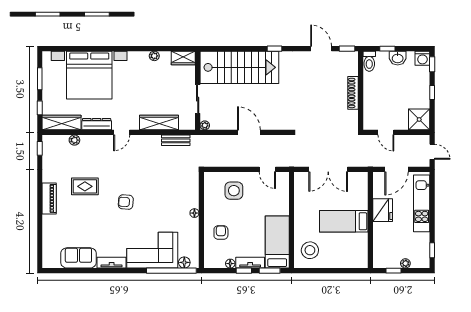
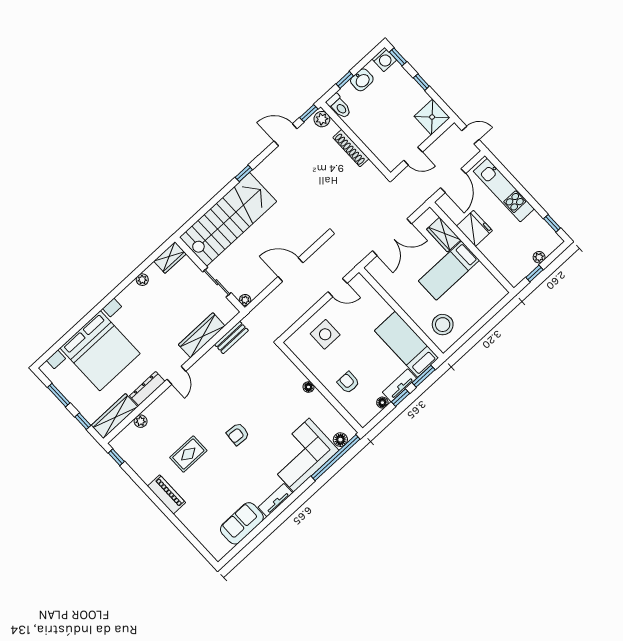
plant: (352, 59) -> (322, 119), added
wardrobe: (361, 197) -> (444, 235), added

